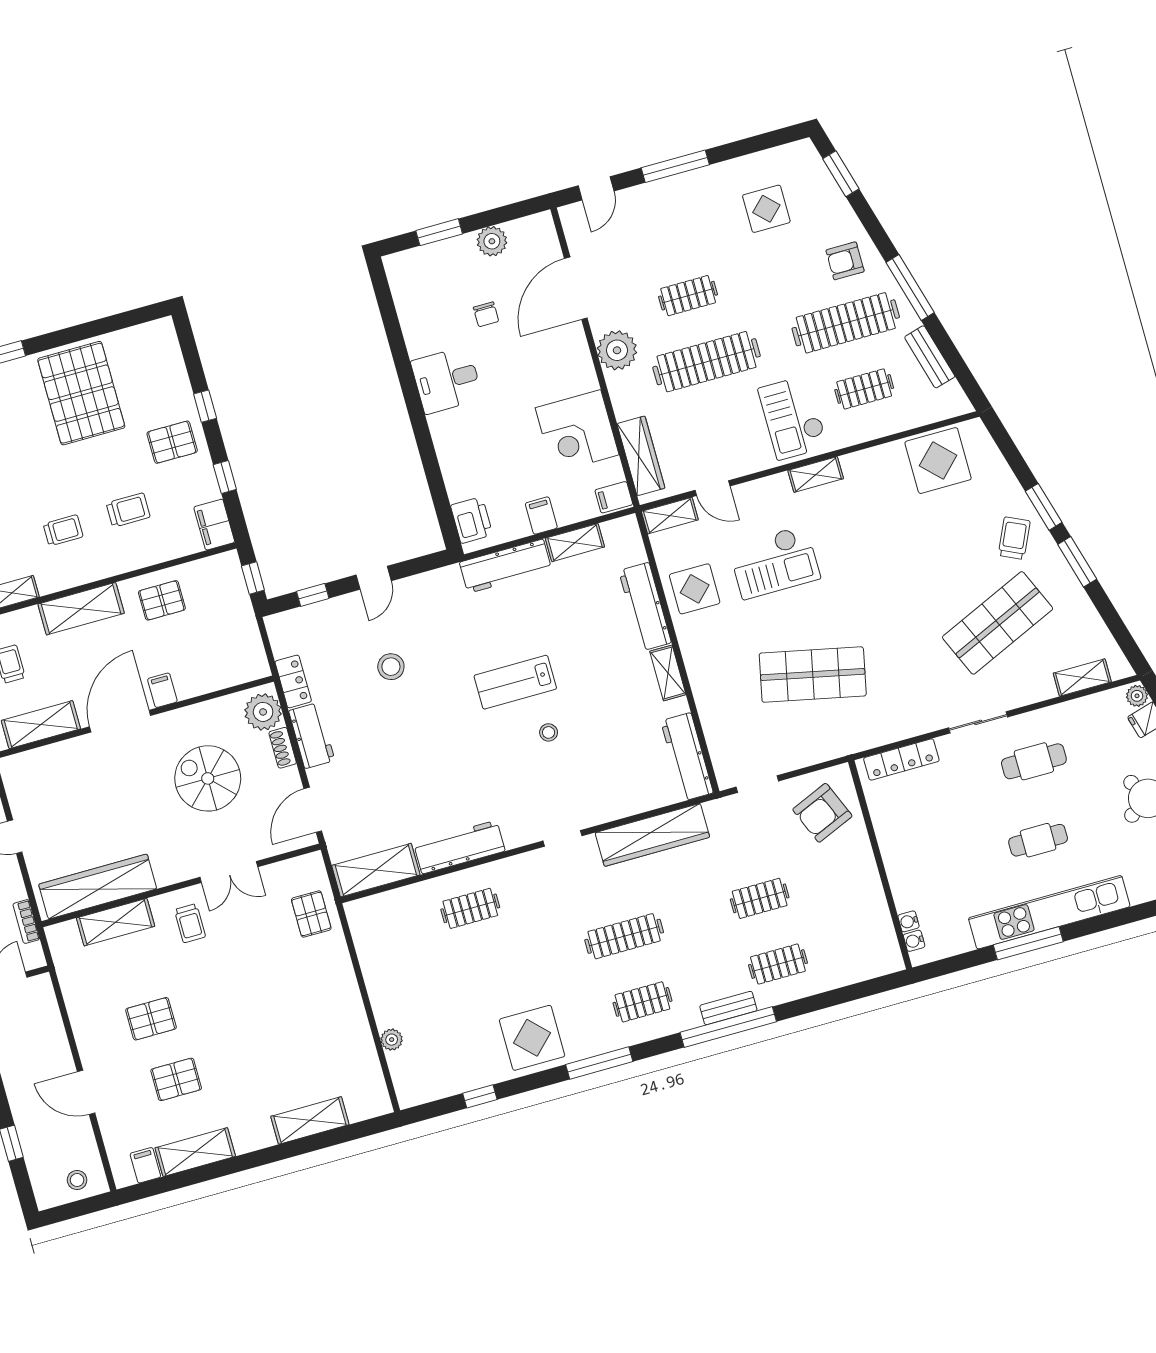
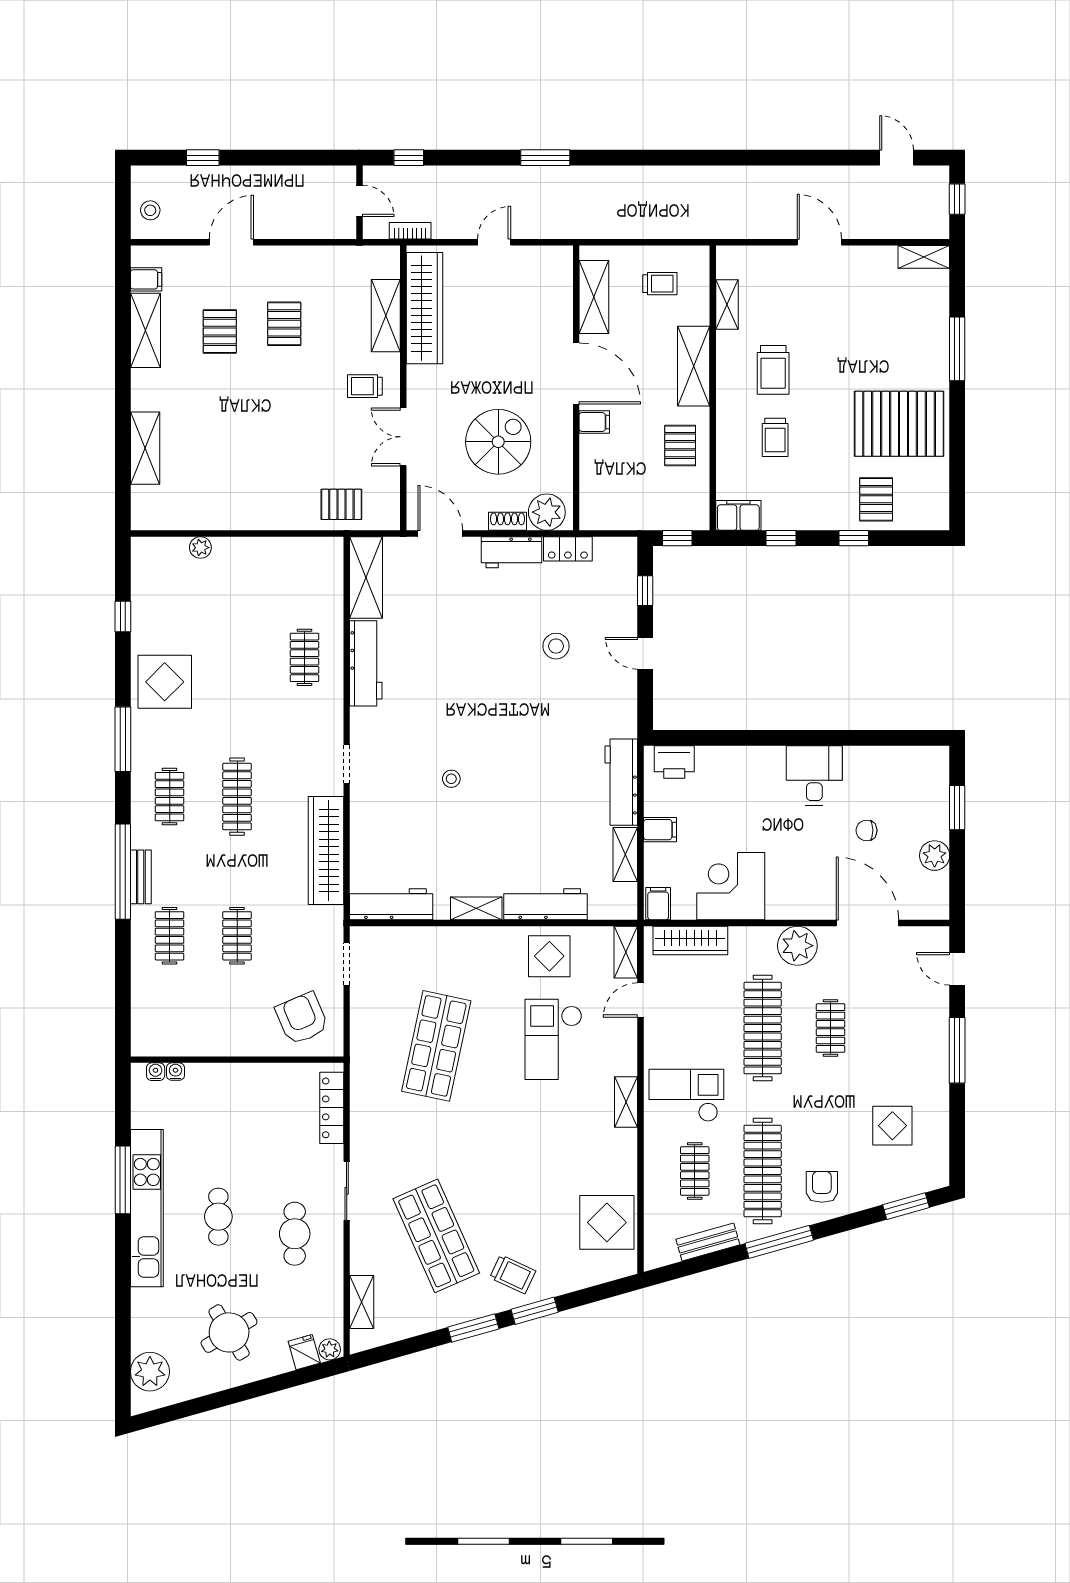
pallet: (172, 442) -> (876, 499), moved
trolley: (63, 530) -> (773, 370), width x1.36, depth x1.39
lab bench: (515, 682) -> (508, 760), removed

